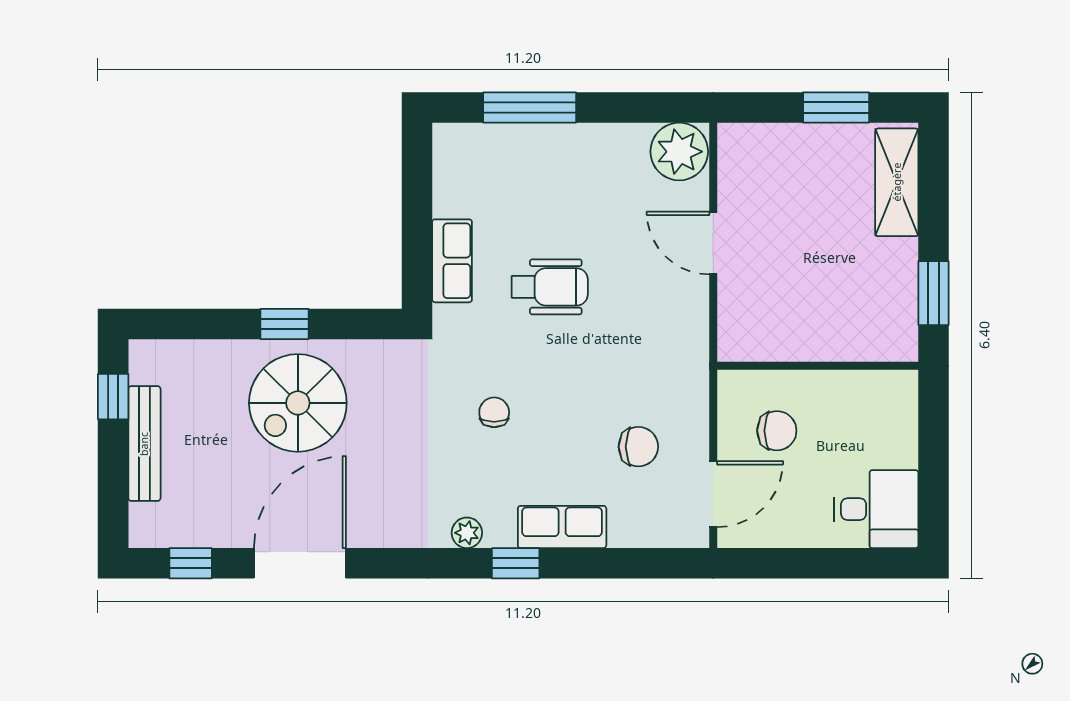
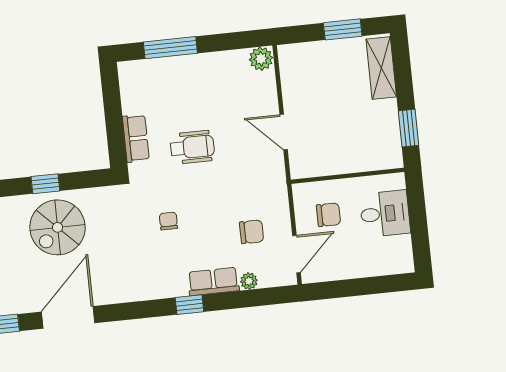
plant: (679, 152) -> (261, 59), width x0.73, depth x0.73
door: (713, 243) -> (284, 132), moved
desk: (876, 509) -> (385, 214), moved
plant: (467, 533) -> (249, 281), moved

